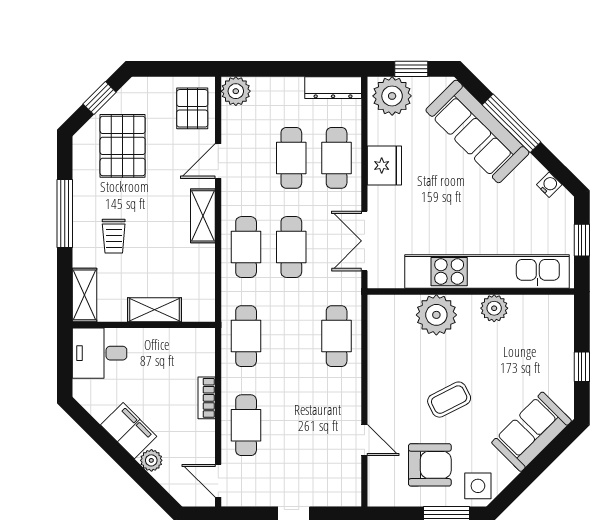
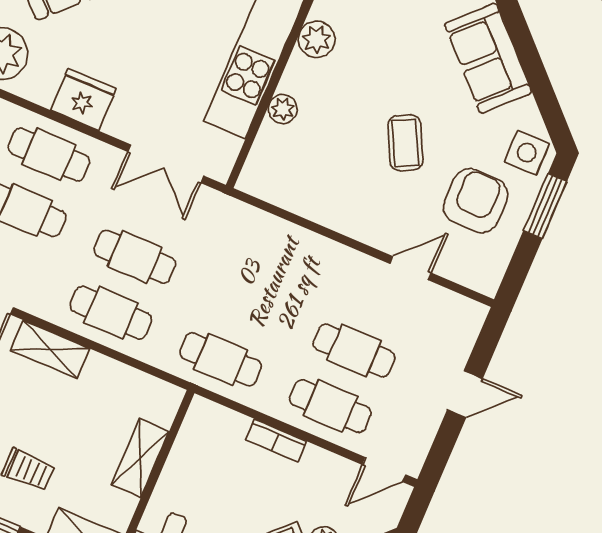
plant: (436, 315) -> (283, 109), width x0.53, depth x0.53
cafe table: (337, 336) -> (354, 350), moved

